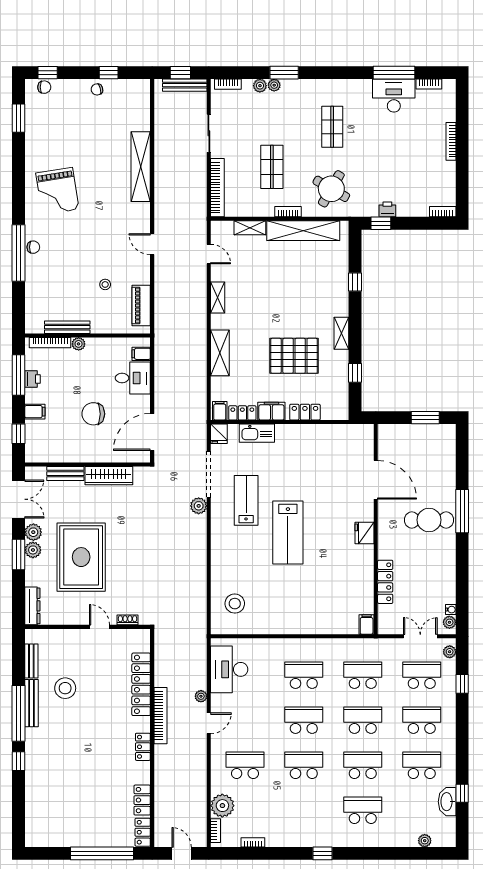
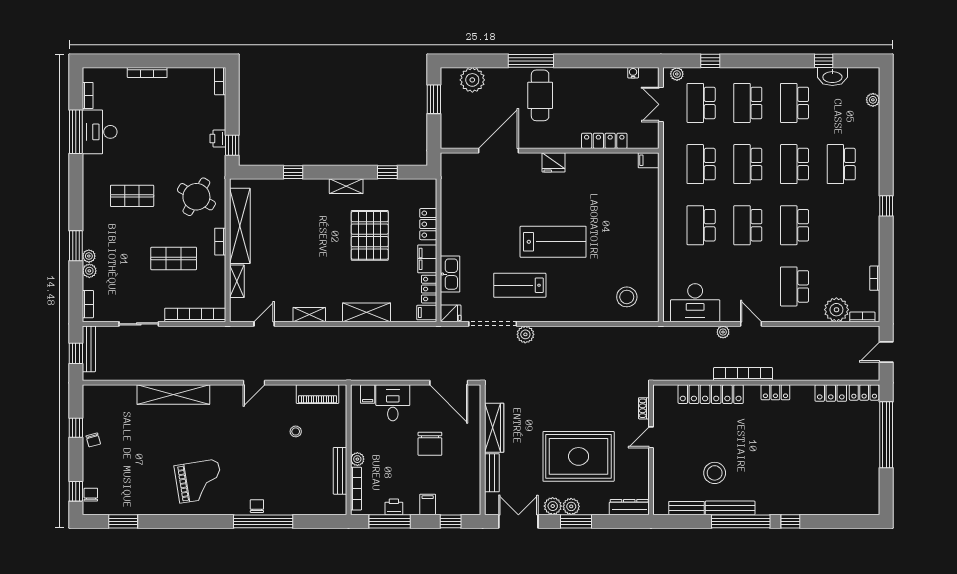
plant: (449, 622) -> (472, 80), moved, width x1.87, depth x1.87

